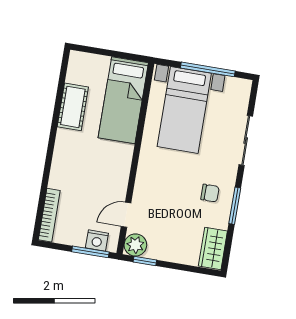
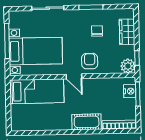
cot: (73, 107) -> (87, 122), moved
armchair: (154, 189) -> (90, 61), added
chair: (210, 193) -> (97, 31), moved
door: (126, 215) -> (74, 76), moved
wardrobe: (213, 249) -> (127, 32), moved, turned 90

